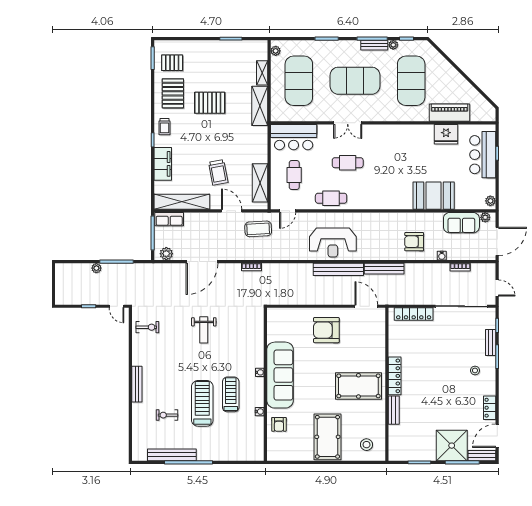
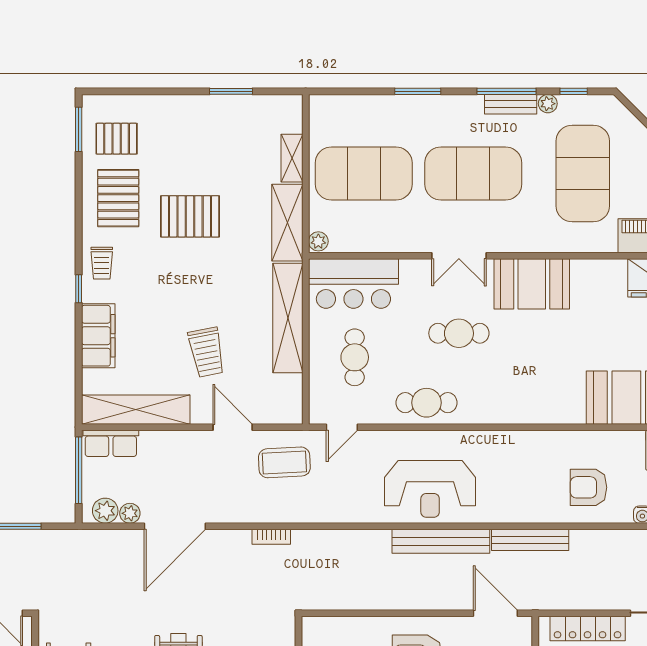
plant: (276, 51) -> (318, 241), moved
exercise mat: (299, 81) -> (364, 174), turned 90
booth: (385, 137) -> (532, 284), added
shelving: (260, 183) -> (288, 318), moved, width x1.47
plant: (179, 255) -> (130, 513), added

